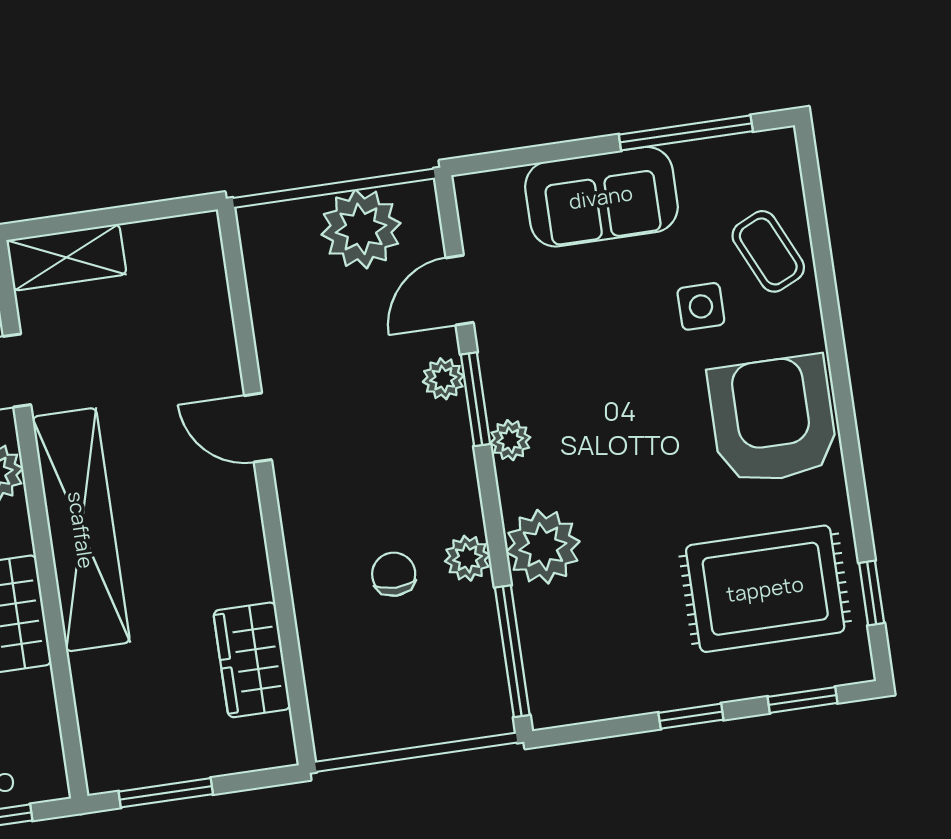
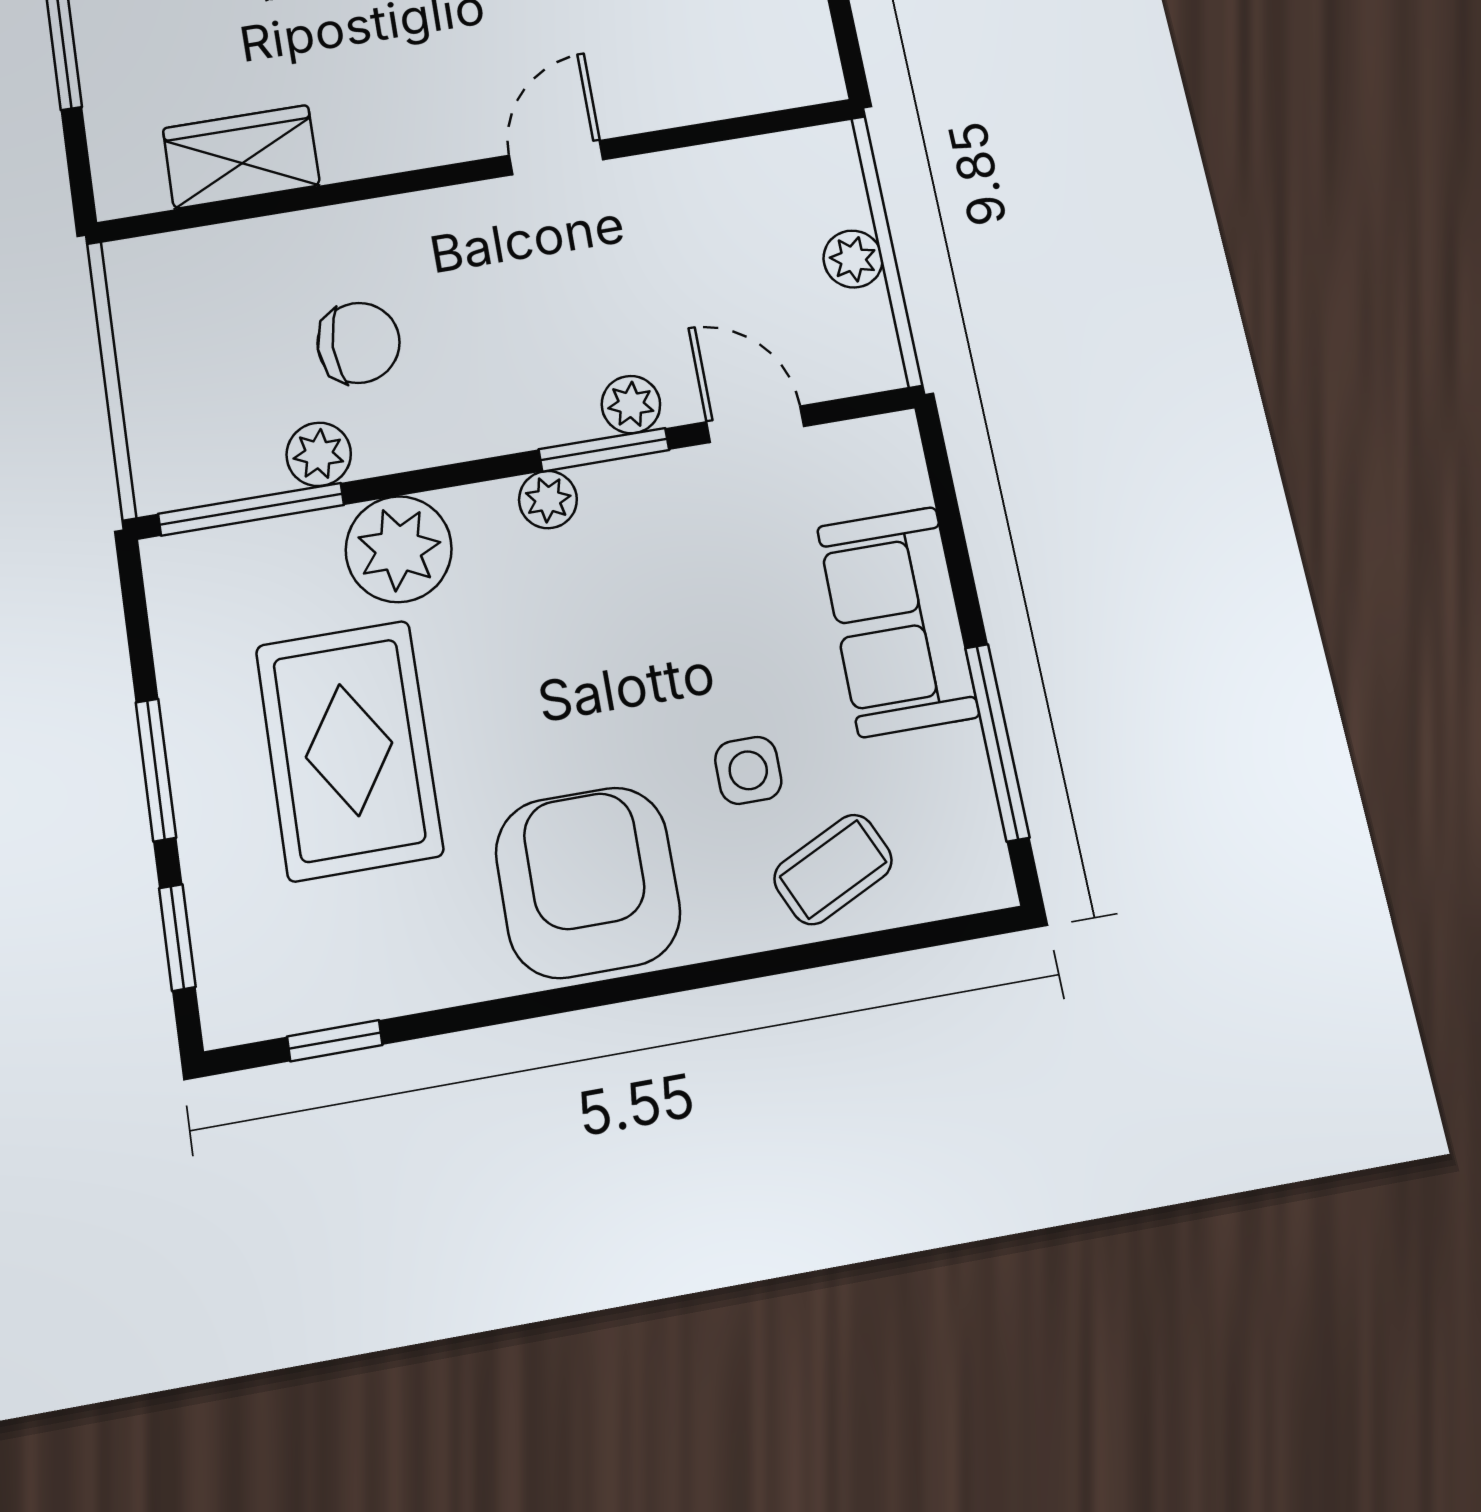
plant: (361, 229) -> (853, 259), width x0.53, depth x0.53
armchair: (773, 420) -> (588, 882), turned -90
plant: (467, 558) -> (319, 454), moved
chair: (394, 574) -> (358, 343), width x1.37, depth x1.37
rug: (765, 589) -> (349, 750), moved
window: (691, 716) -> (156, 770), width x1.50

